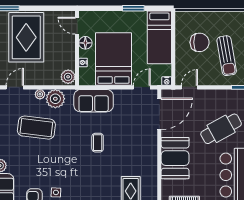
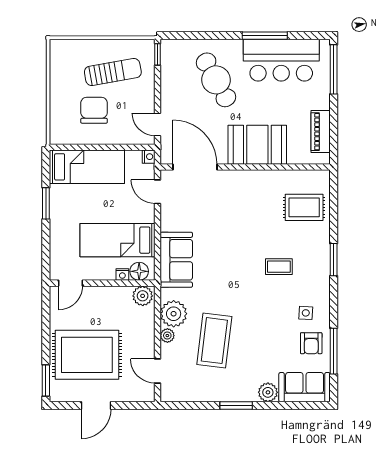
floor lamp: (85, 43) -> (139, 271), moved
bed: (113, 59) -> (118, 240), width x0.67
coffee table: (98, 143) -> (279, 267), moved

